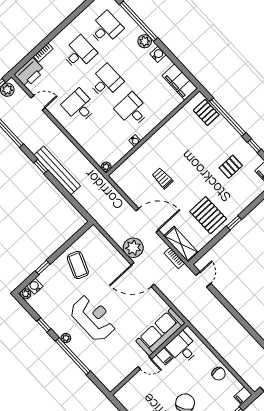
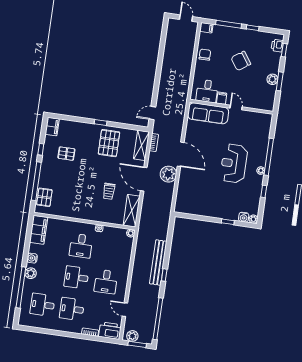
shelving: (127, 185) -> (132, 211), added
coffee table: (78, 265) -> (208, 201), removed

